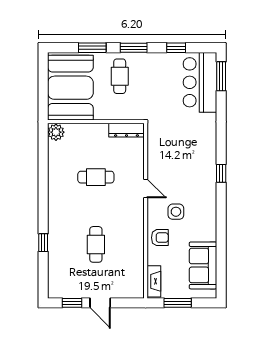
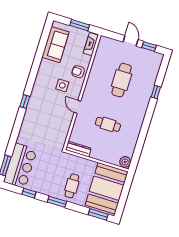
window: (92, 48) -> (98, 214), moved
cafe table: (96, 244) -> (122, 80), width x1.37, depth x1.35

